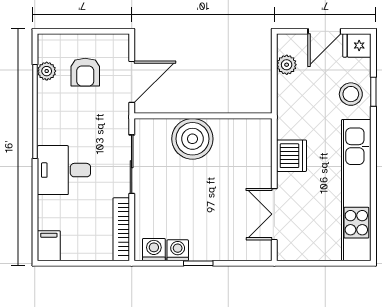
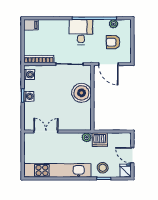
plant: (287, 65) -> (87, 137), moved
dishwasher: (292, 156) -> (100, 140), moved
desk: (64, 170) -> (81, 32), moved
washing machine: (178, 250) -> (29, 96), moved

